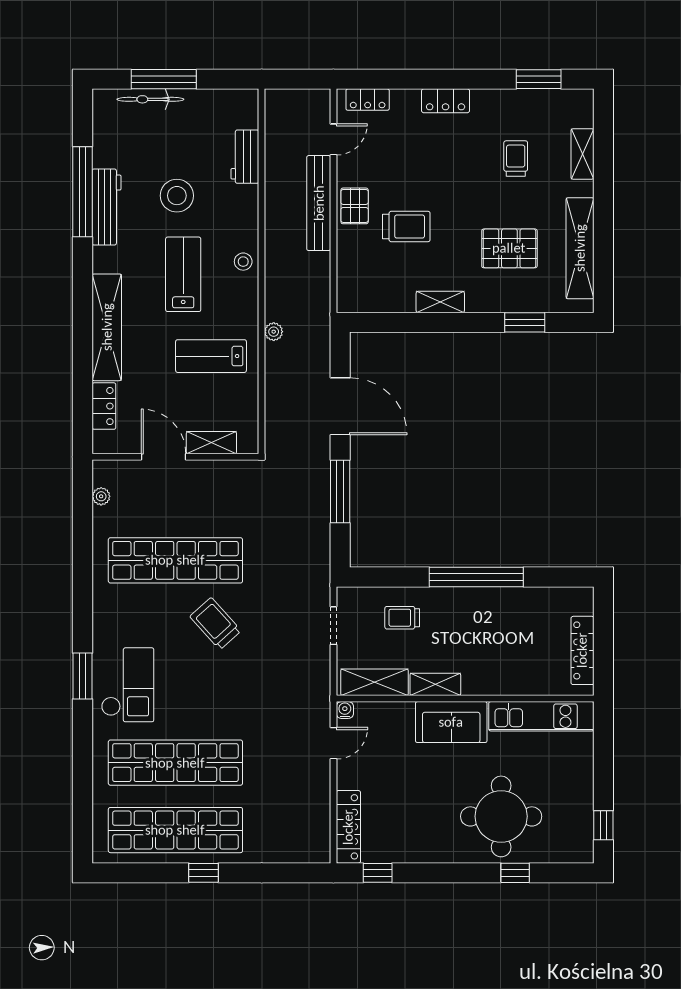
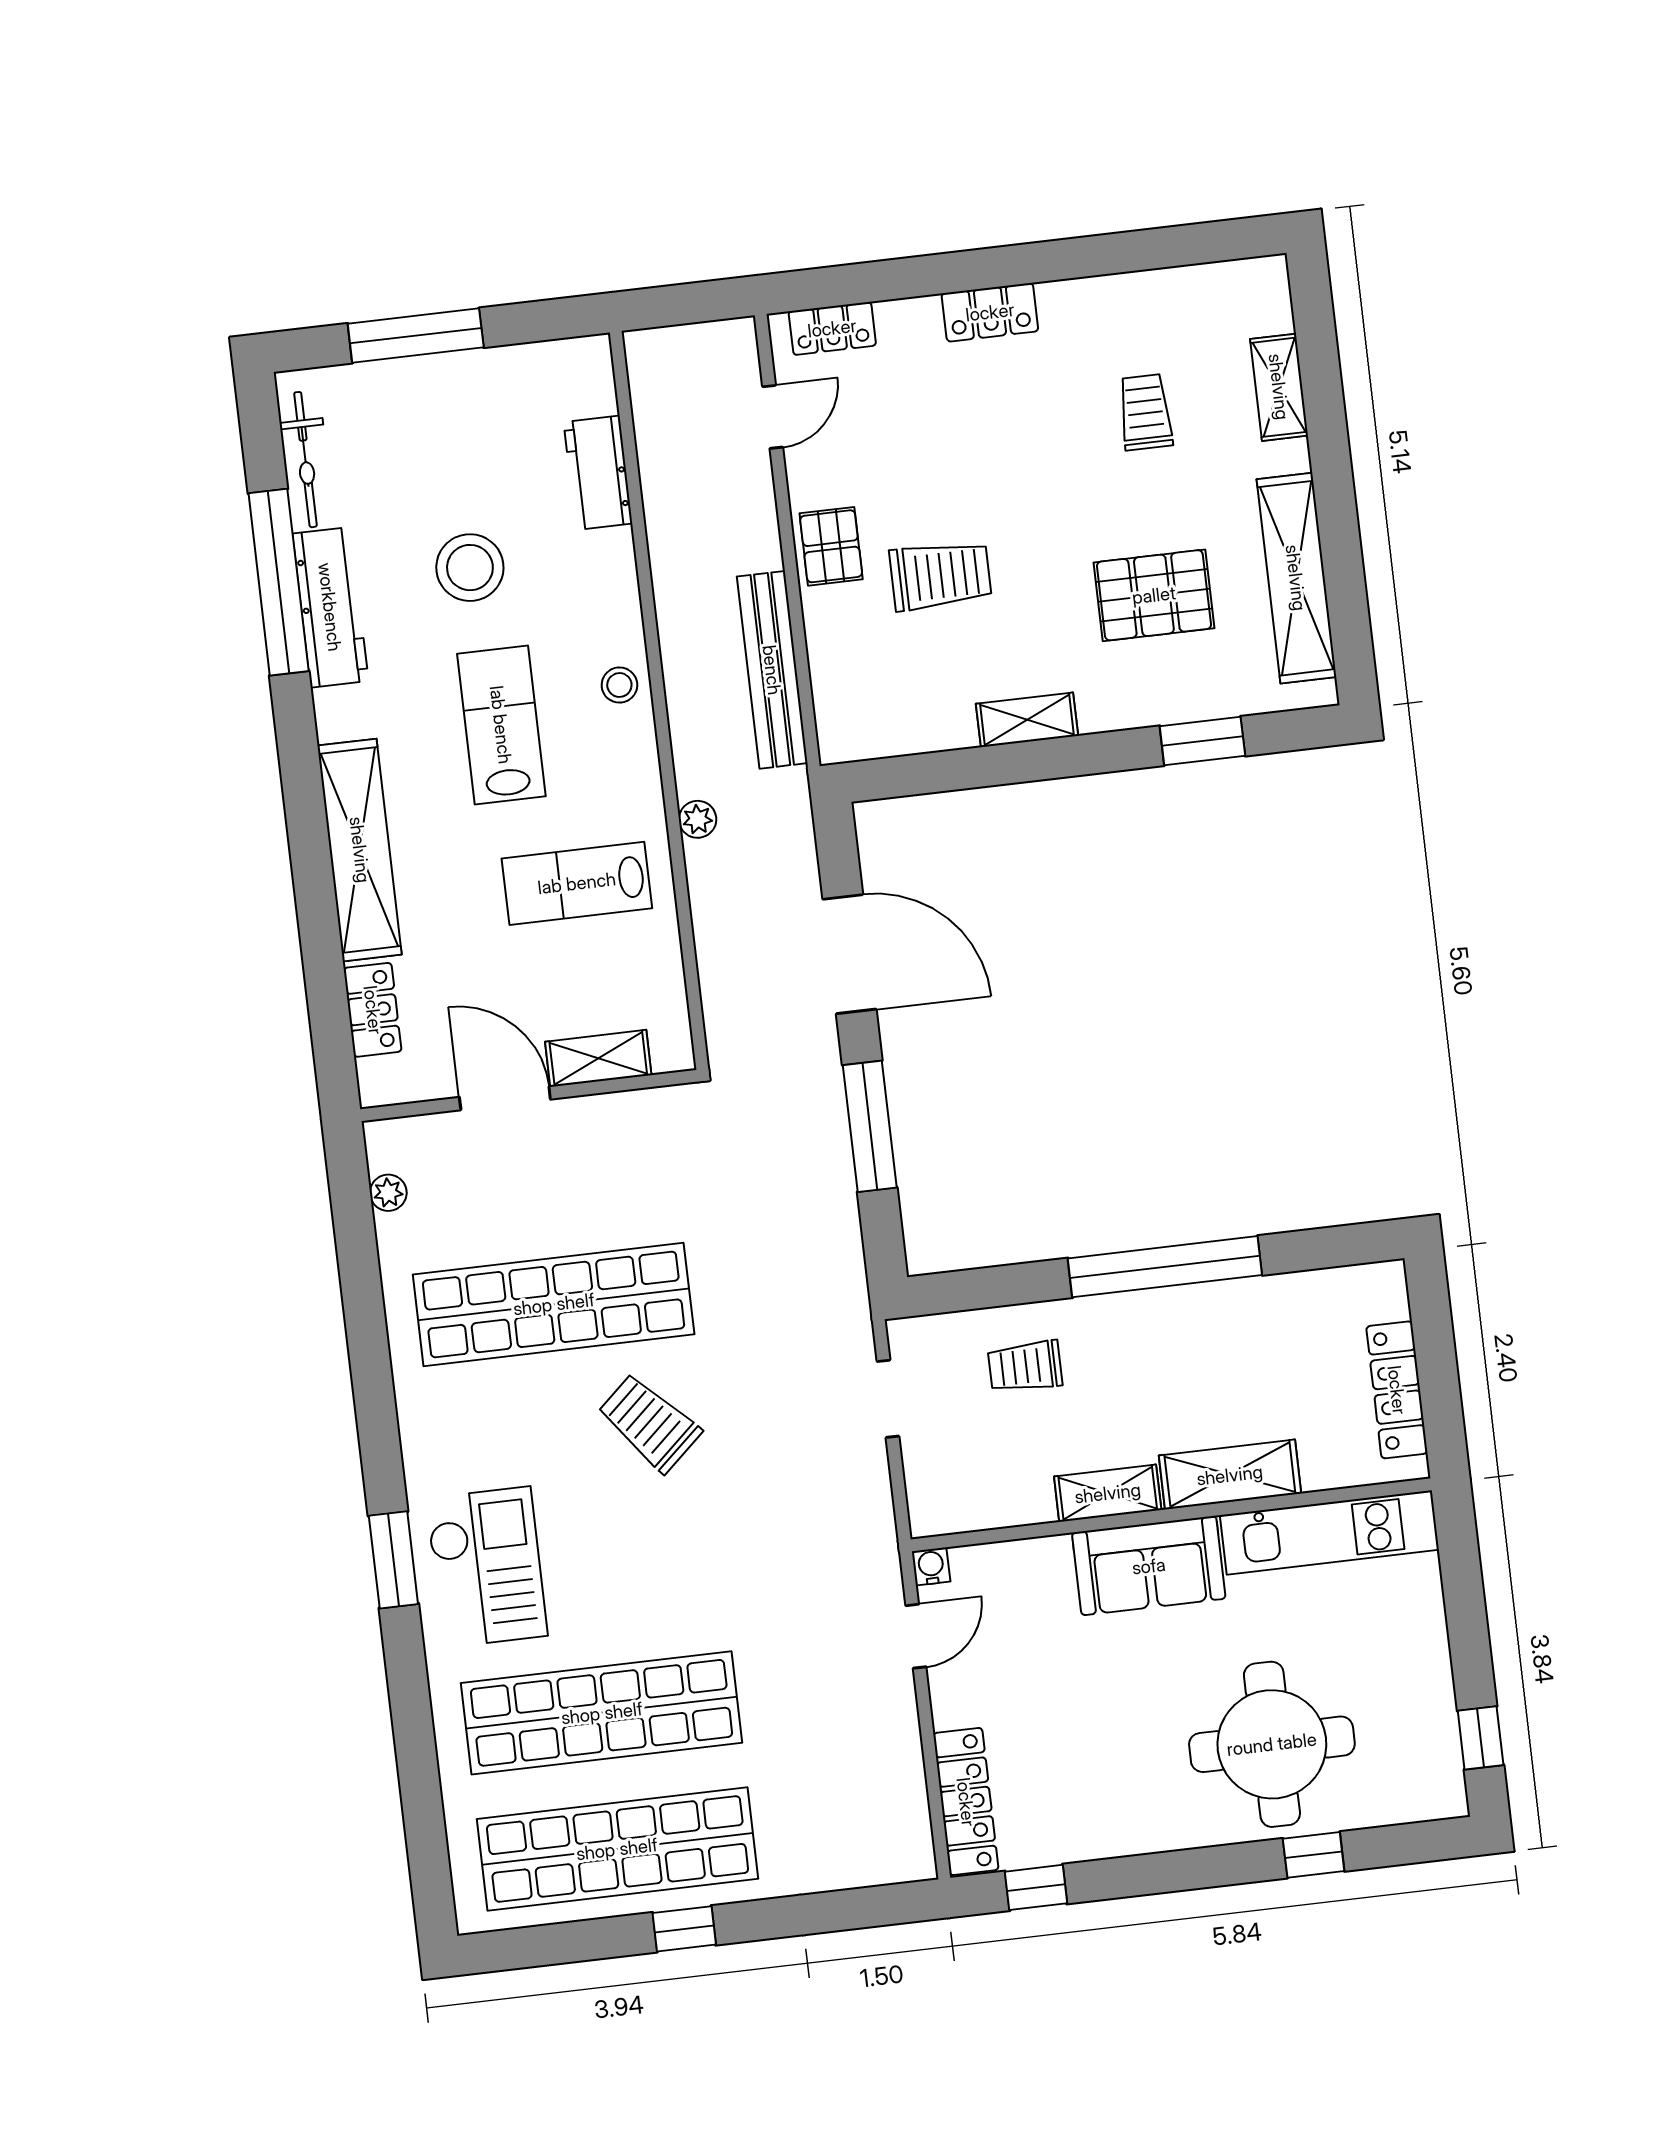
window: (539, 79) -> (1173, 247), removed
bicycle: (150, 99) -> (305, 460), moved, turned -90
bench: (319, 203) -> (772, 670), moved
shelving: (375, 682) -> (1230, 1475), moved

